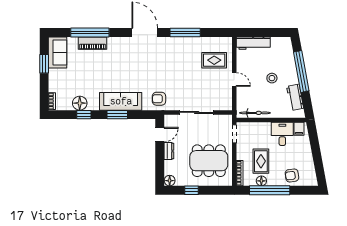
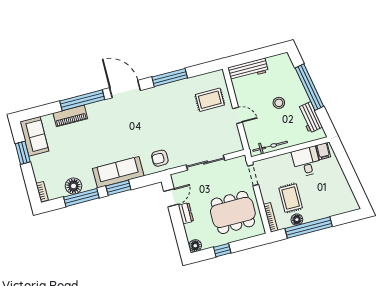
window: (90, 32) -> (82, 100), moved
window: (84, 115) -> (81, 197), width x2.17
armchair: (292, 175) -> (329, 205), removed

